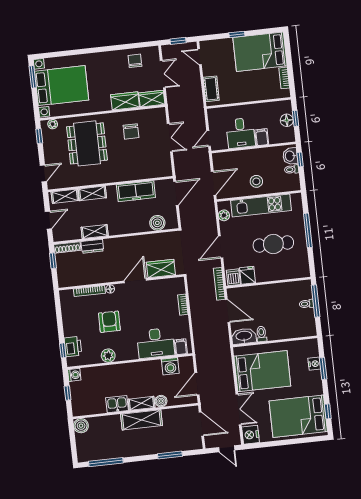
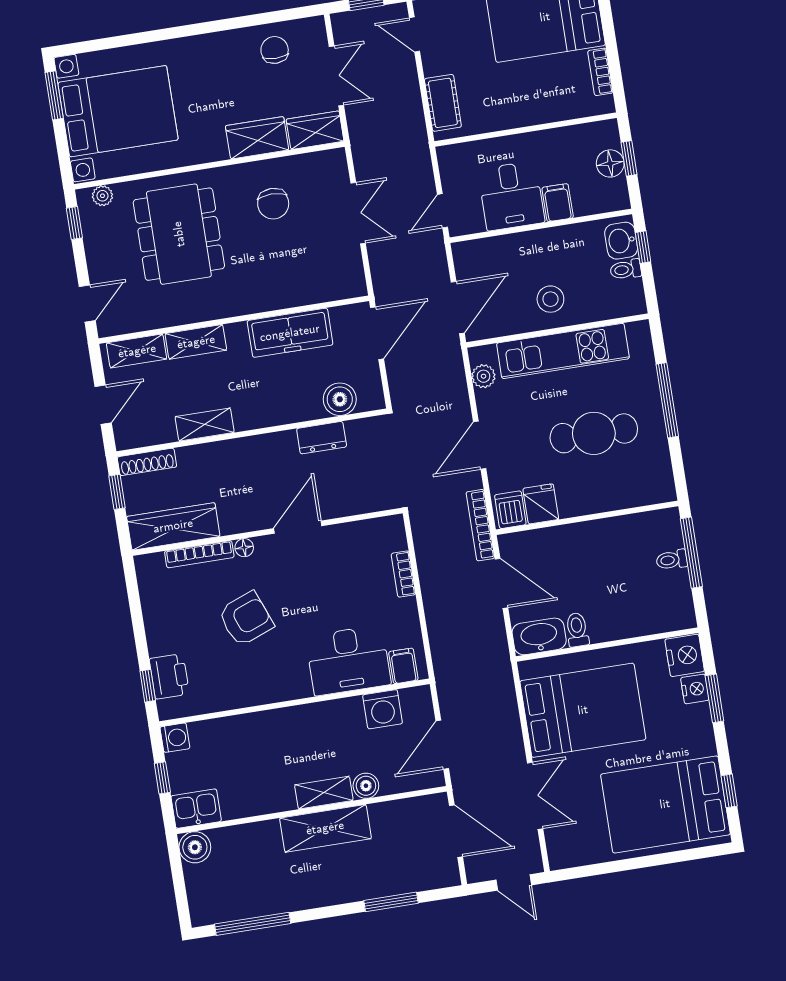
dresser: (92, 246) -> (322, 438), moved
wardrobe: (161, 269) -> (173, 526), moved, width x1.50
armchair: (109, 322) -> (246, 619), turned 69
plant: (108, 356) -> (247, 692), removed
kitchen sink: (117, 404) -> (196, 809), moved
nightstand: (251, 435) -> (685, 655), moved, turned 180

